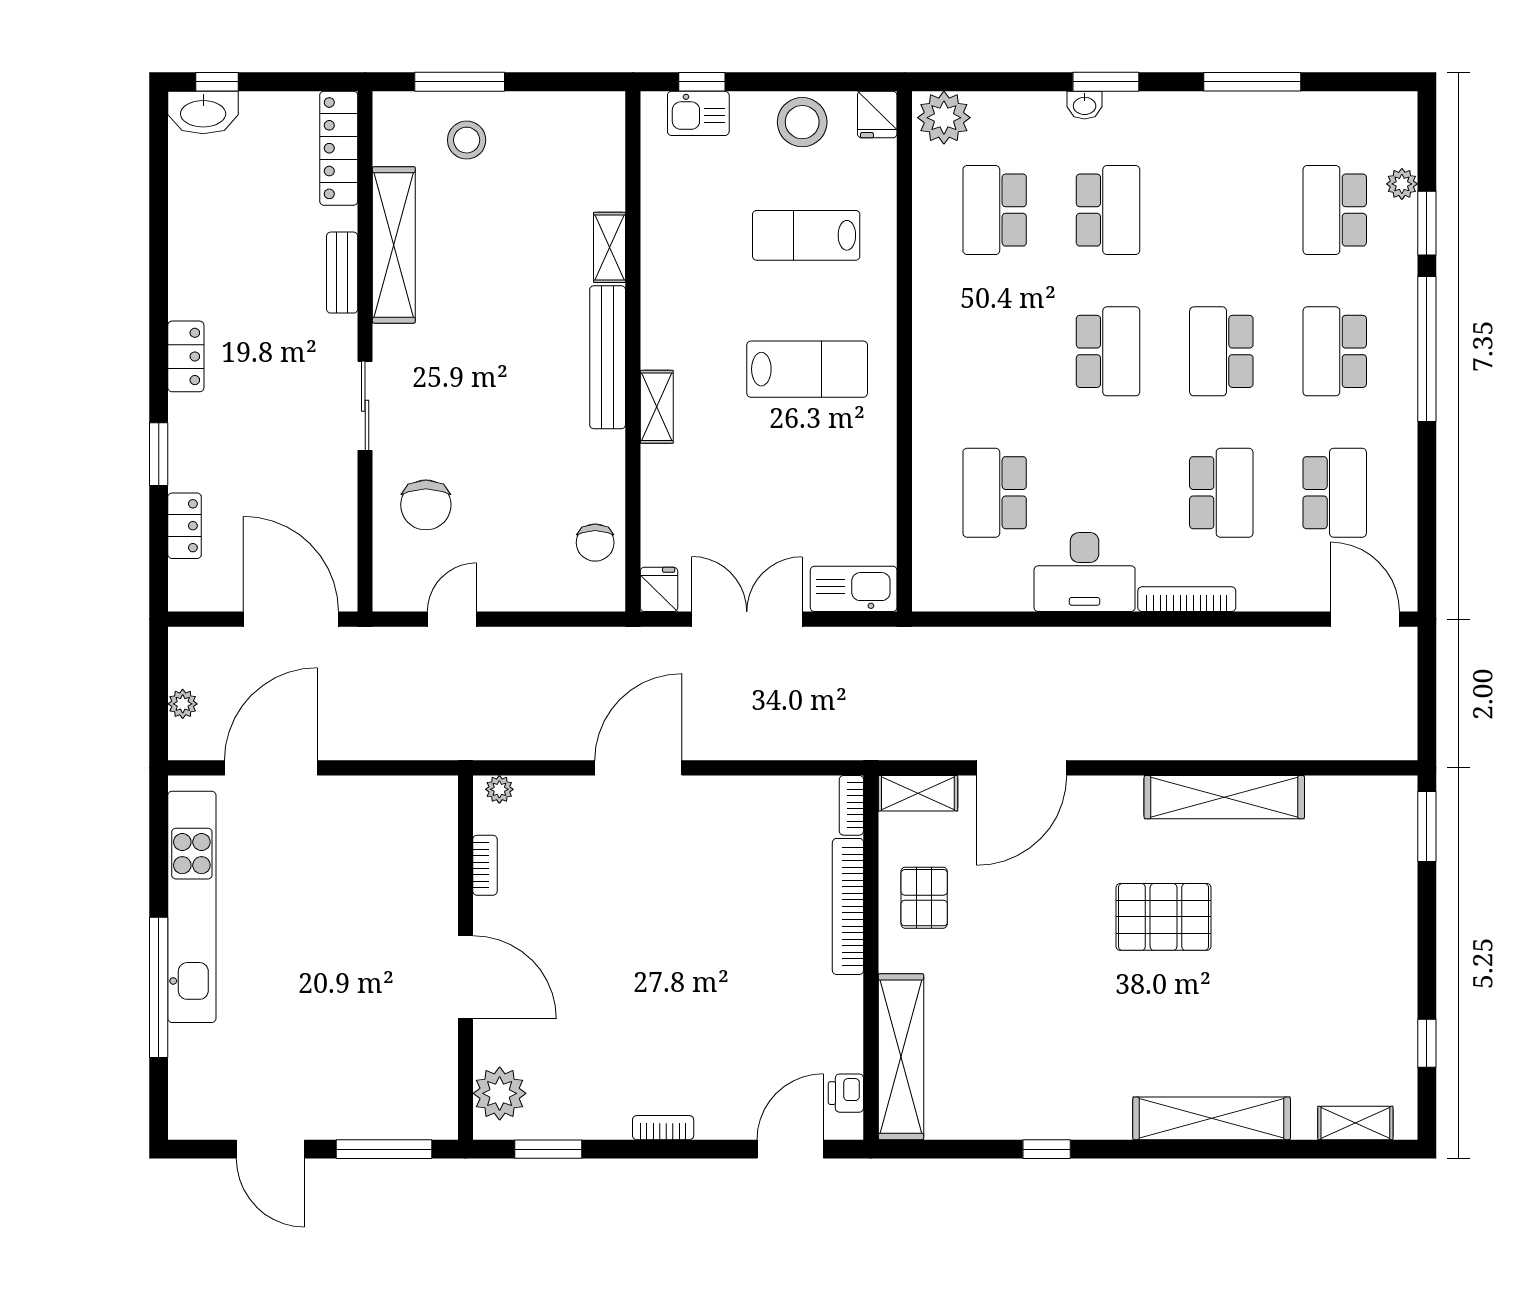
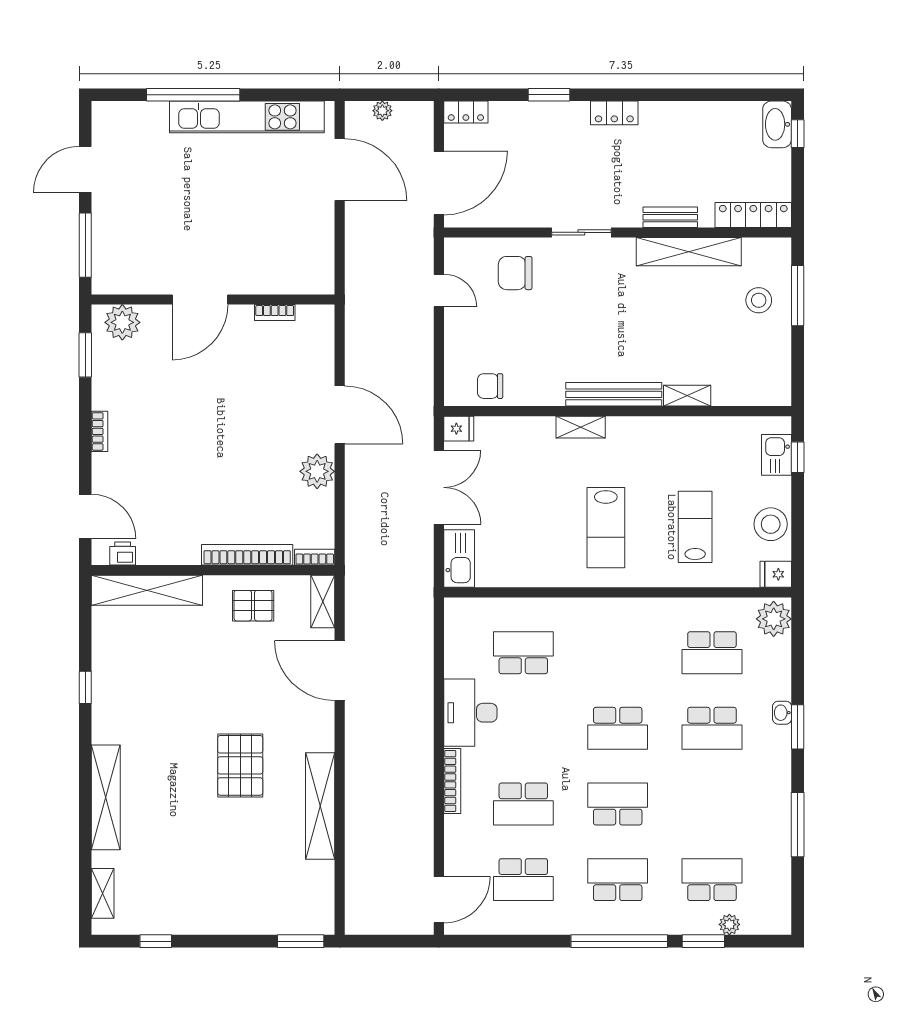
school desk: (995, 210) -> (712, 653), turned 180
locker: (185, 526) -> (466, 112), moved
plant: (499, 789) -> (317, 471), moved, width x1.88, depth x1.88

